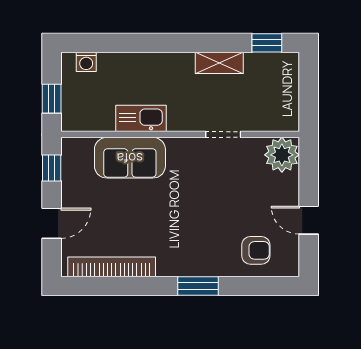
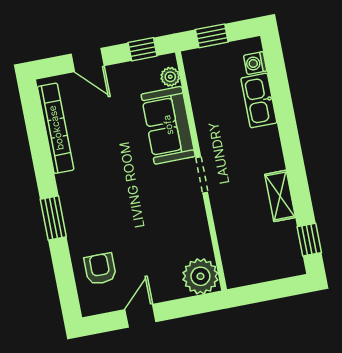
kitchen sink: (141, 118) -> (259, 100), moved, turned 180
doorway: (223, 134) -> (202, 175), moved
plant: (83, 147) -> (170, 77), added
armchair: (256, 250) -> (100, 269), turned 180

